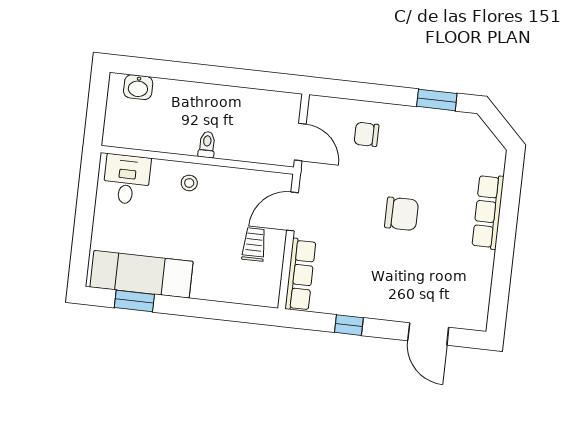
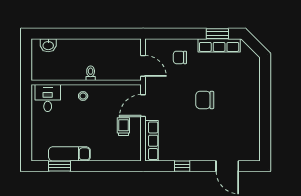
row of seats: (488, 212) -> (219, 45), moved, turned -90
chair: (402, 214) -> (205, 100), turned 180
exam couch: (141, 274) -> (69, 154), width x0.73, depth x0.69

